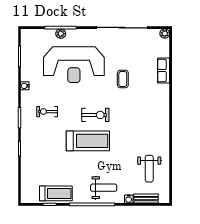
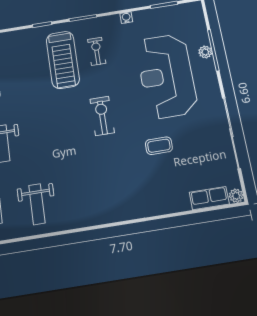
row of seats: (163, 70) -> (209, 198), moved
exercise bike: (95, 115) -> (102, 116), turned 180
treadmill: (88, 141) -> (63, 60), moved
weight bench: (149, 169) -> (37, 204), turned -90

